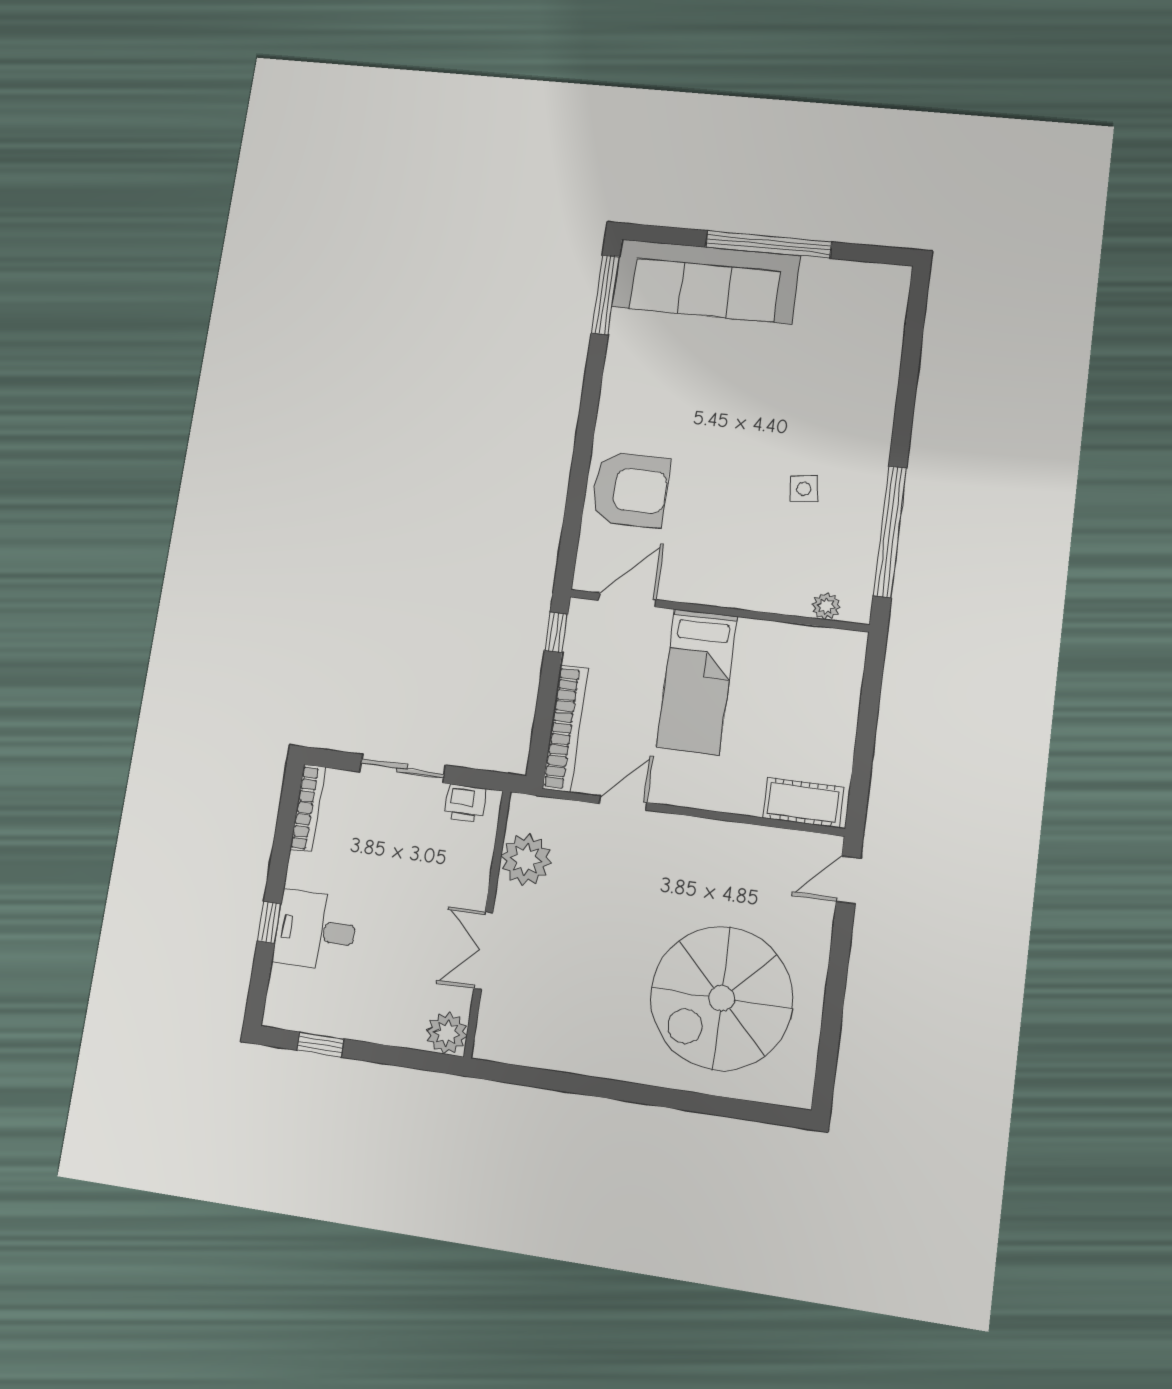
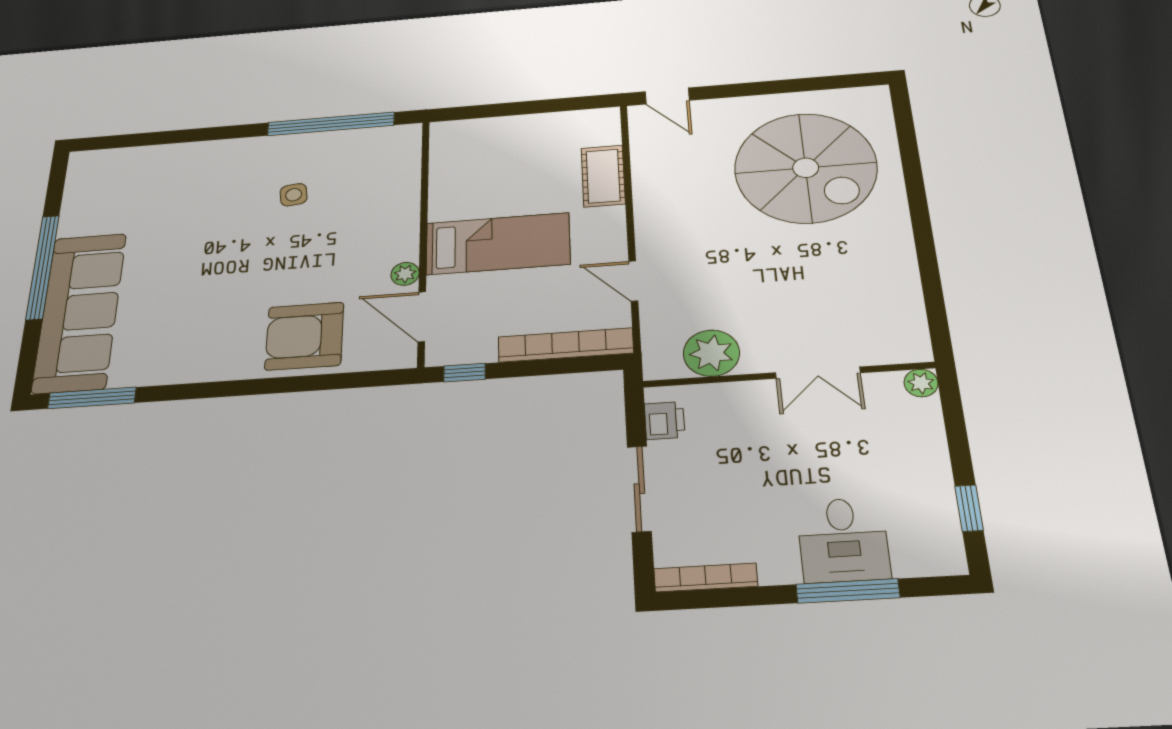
armchair: (630, 490) -> (304, 336), turned -90
plant: (826, 606) -> (405, 274), moved
cot: (803, 802) -> (603, 176), moved
window: (269, 922) -> (848, 591), width x2.17
plant: (447, 1033) -> (921, 383), width x0.73, depth x0.73

